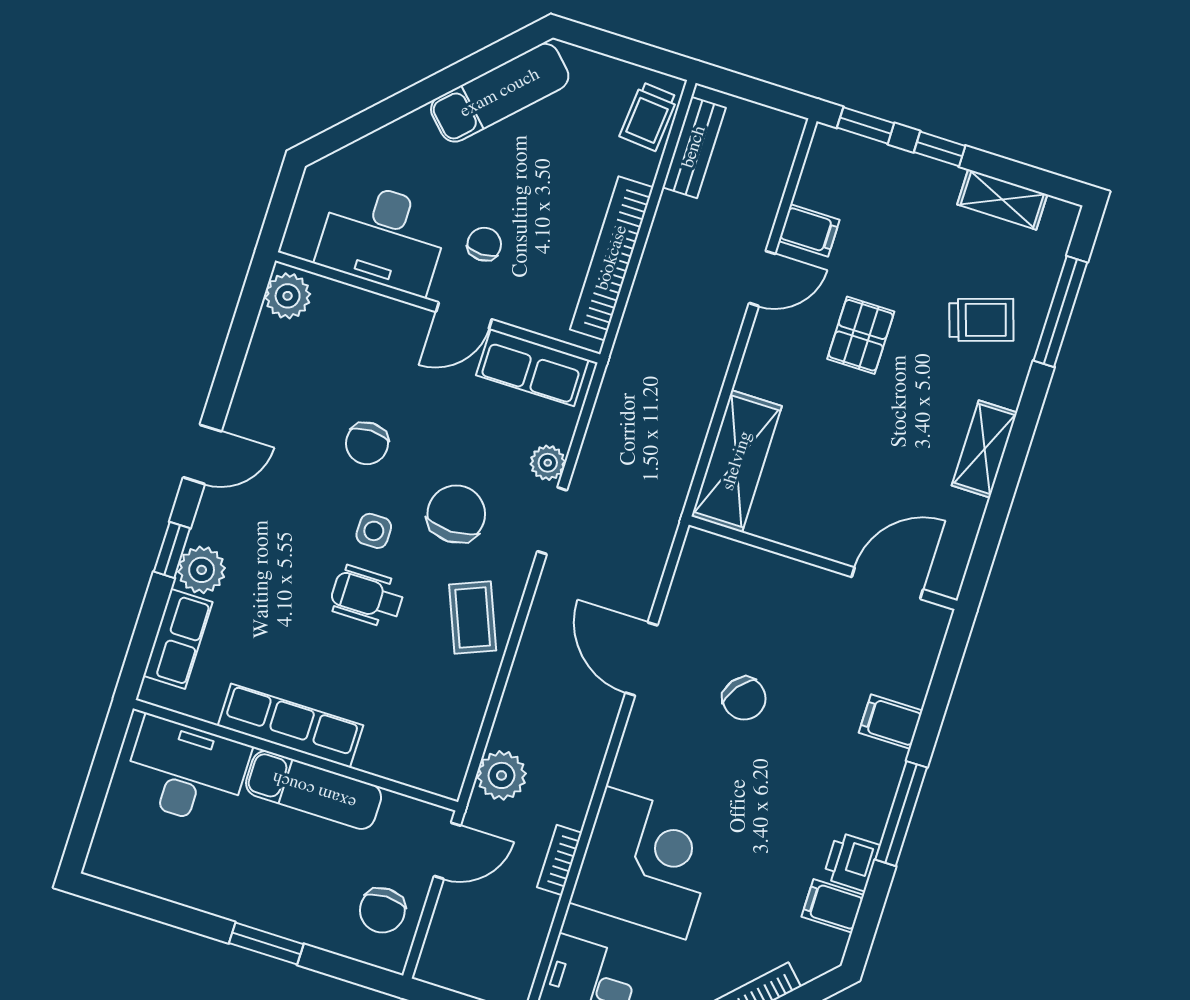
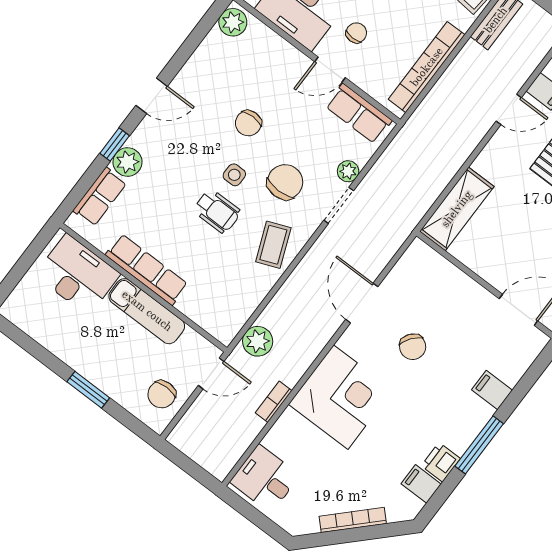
wheelchair: (367, 597) -> (217, 211), turned 180
corner desk: (646, 863) -> (341, 397), moved

